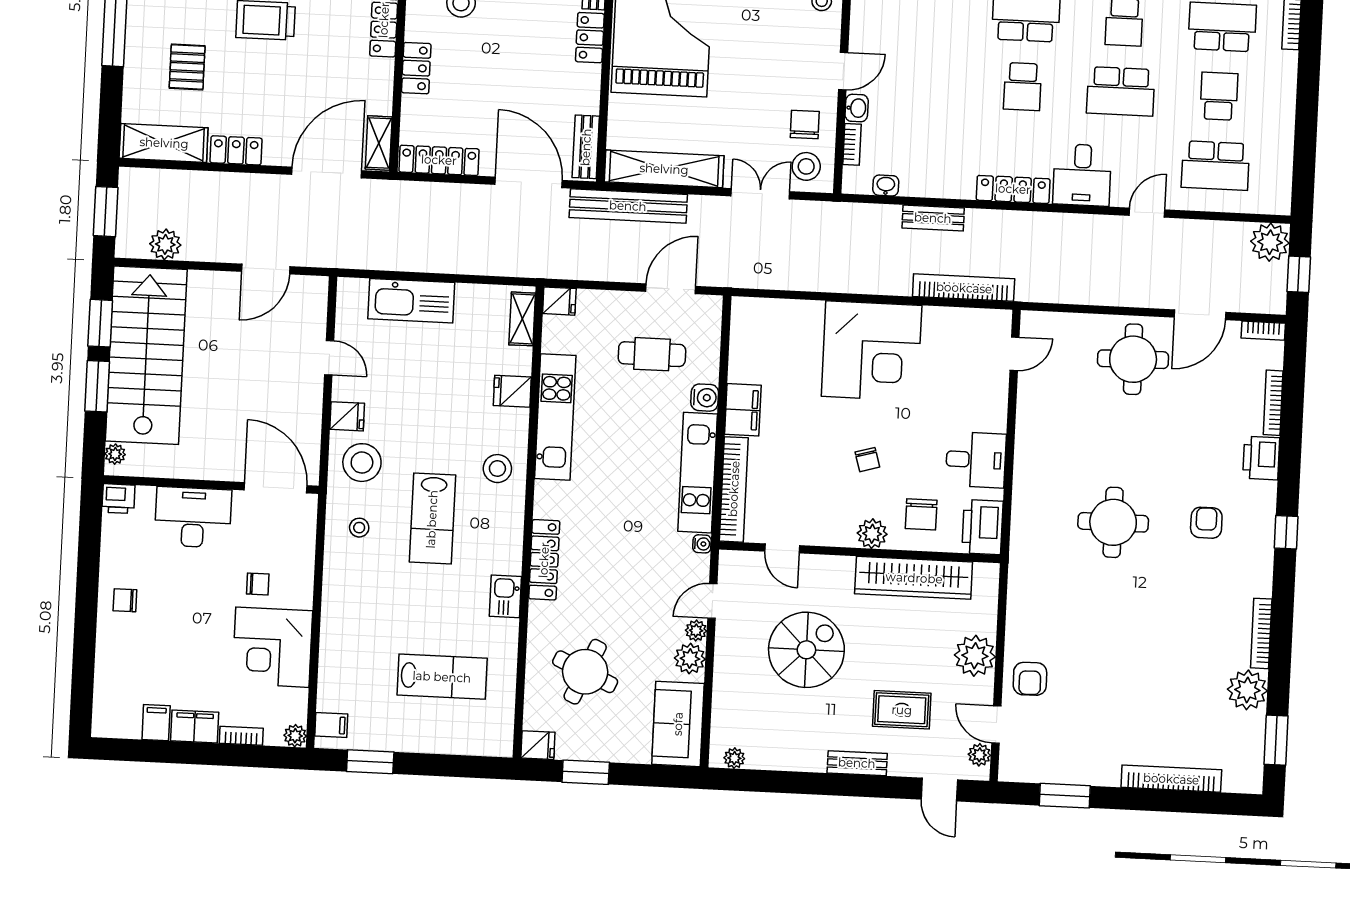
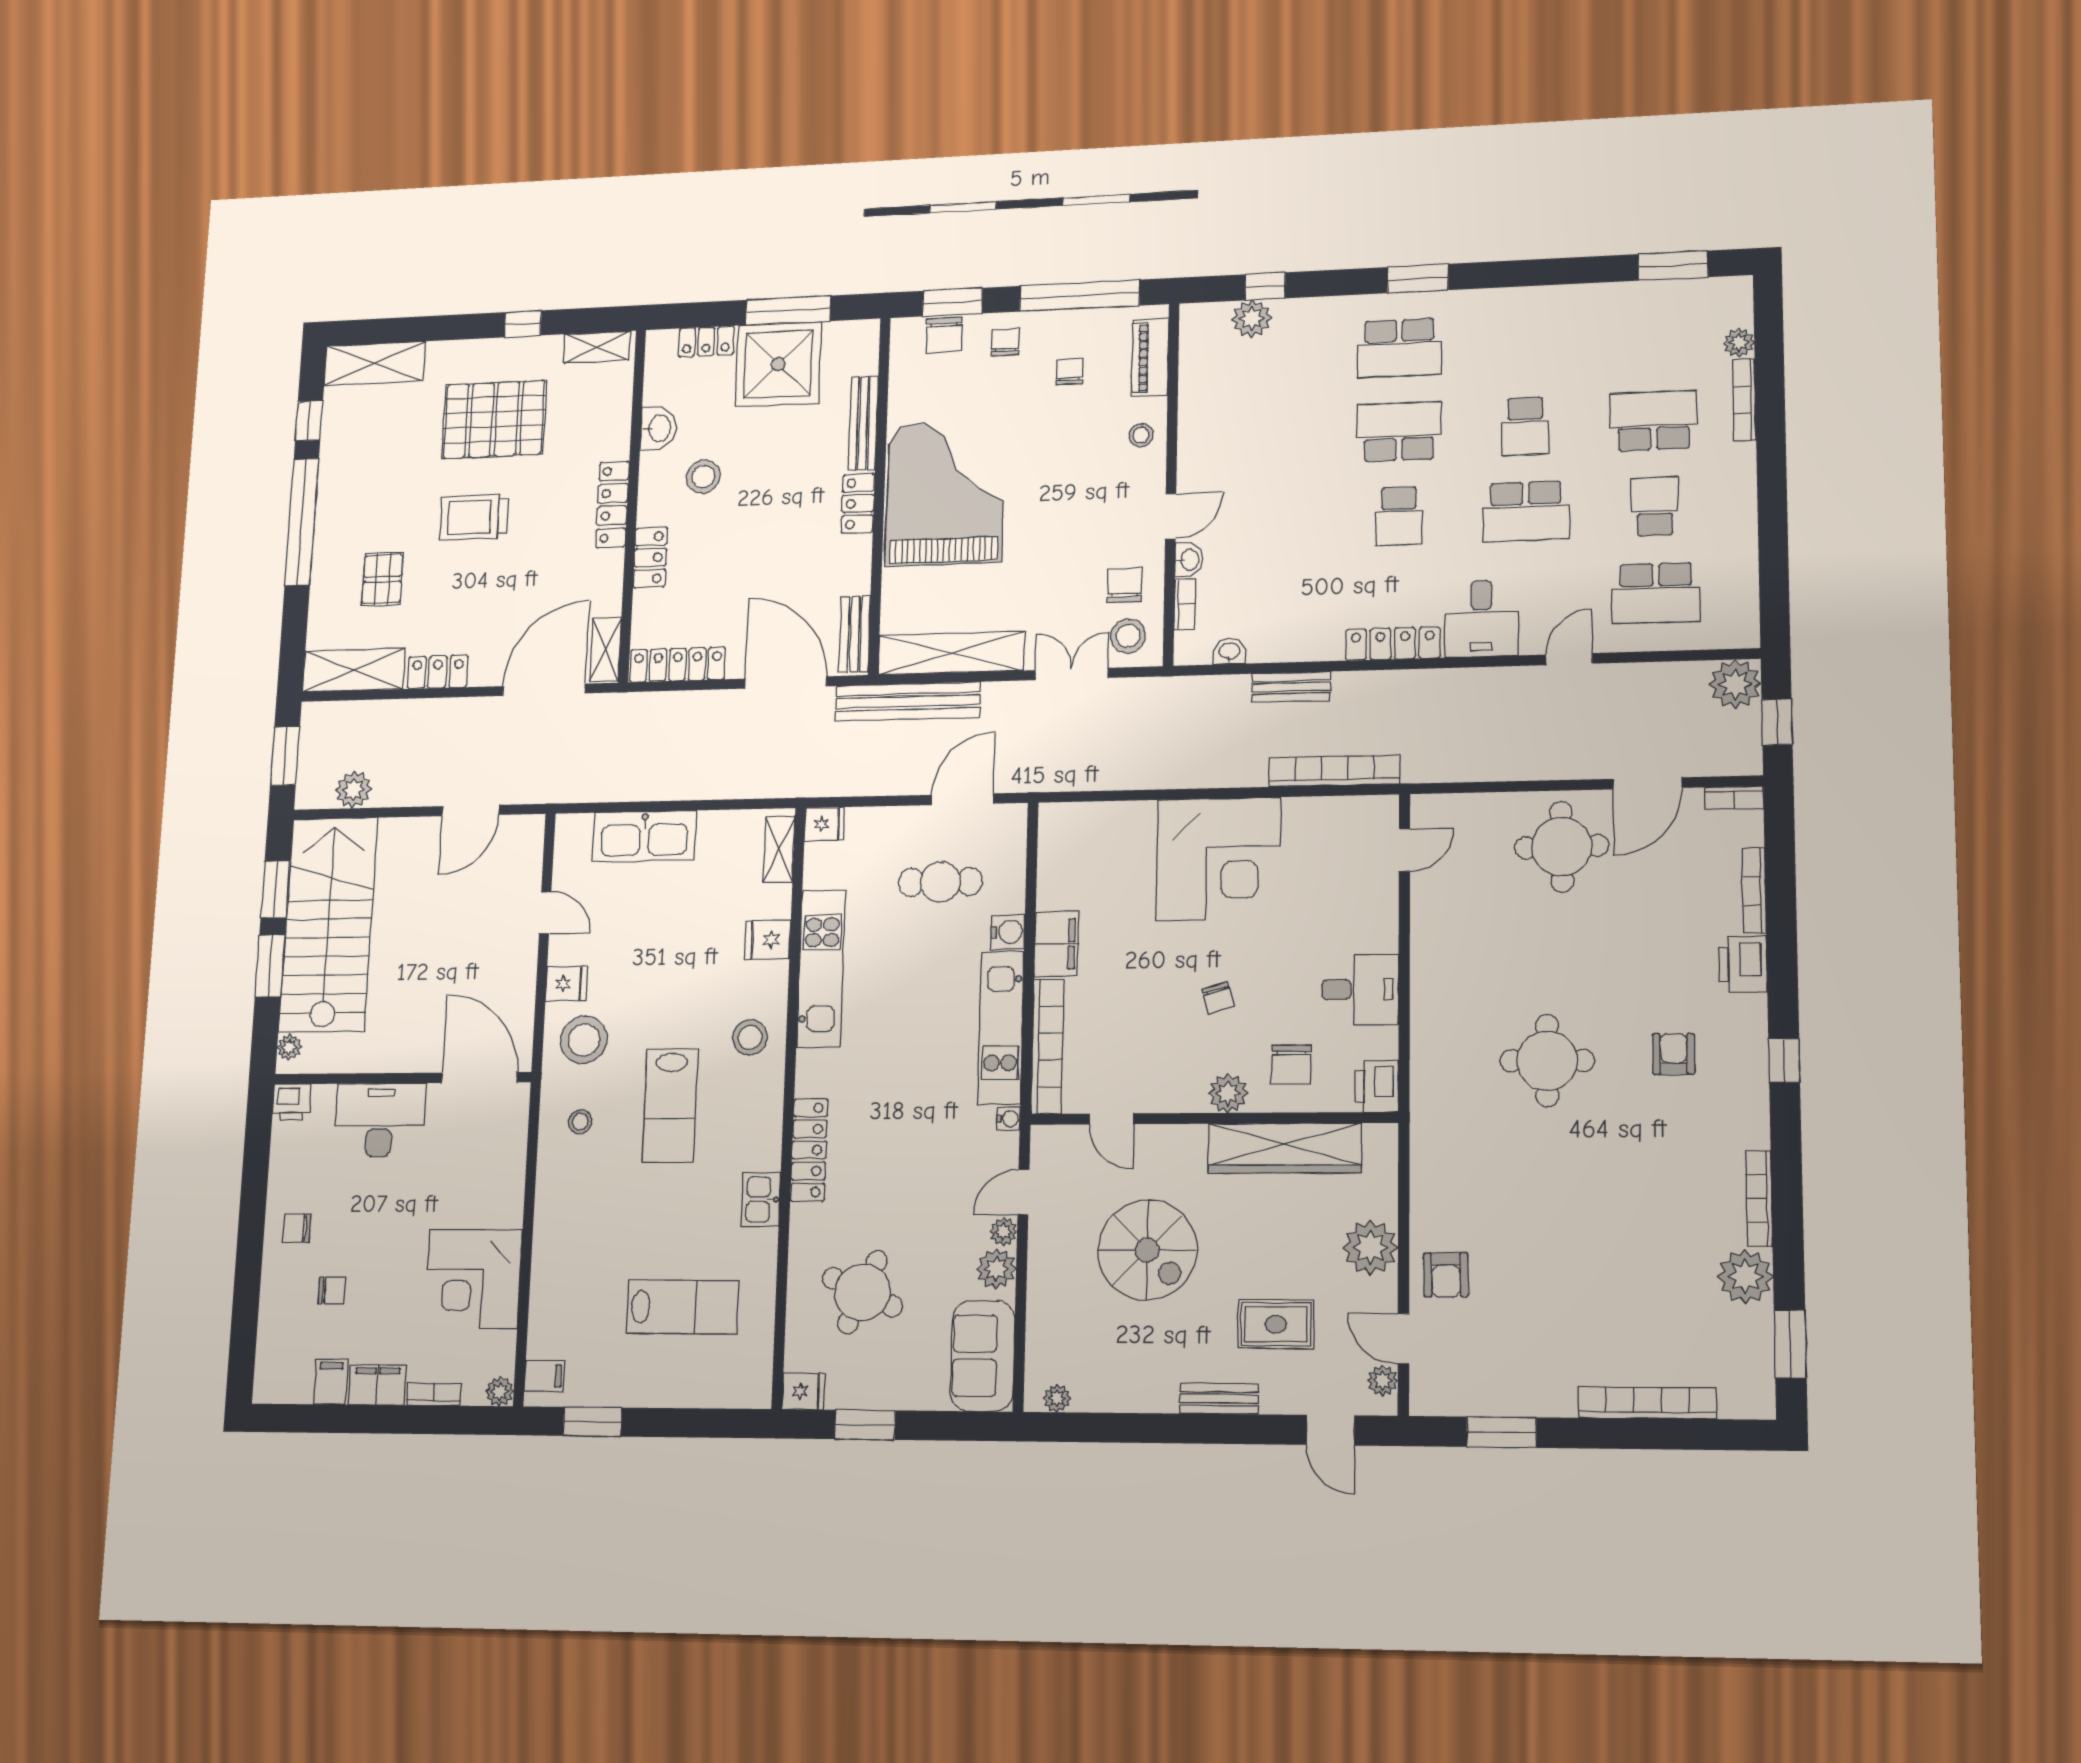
printer: (982, 527) -> (1377, 1086), width x0.73, depth x0.84
chair: (258, 584) -> (331, 1290), moved
spiral stairs: (806, 650) -> (1147, 1250), turned 90

